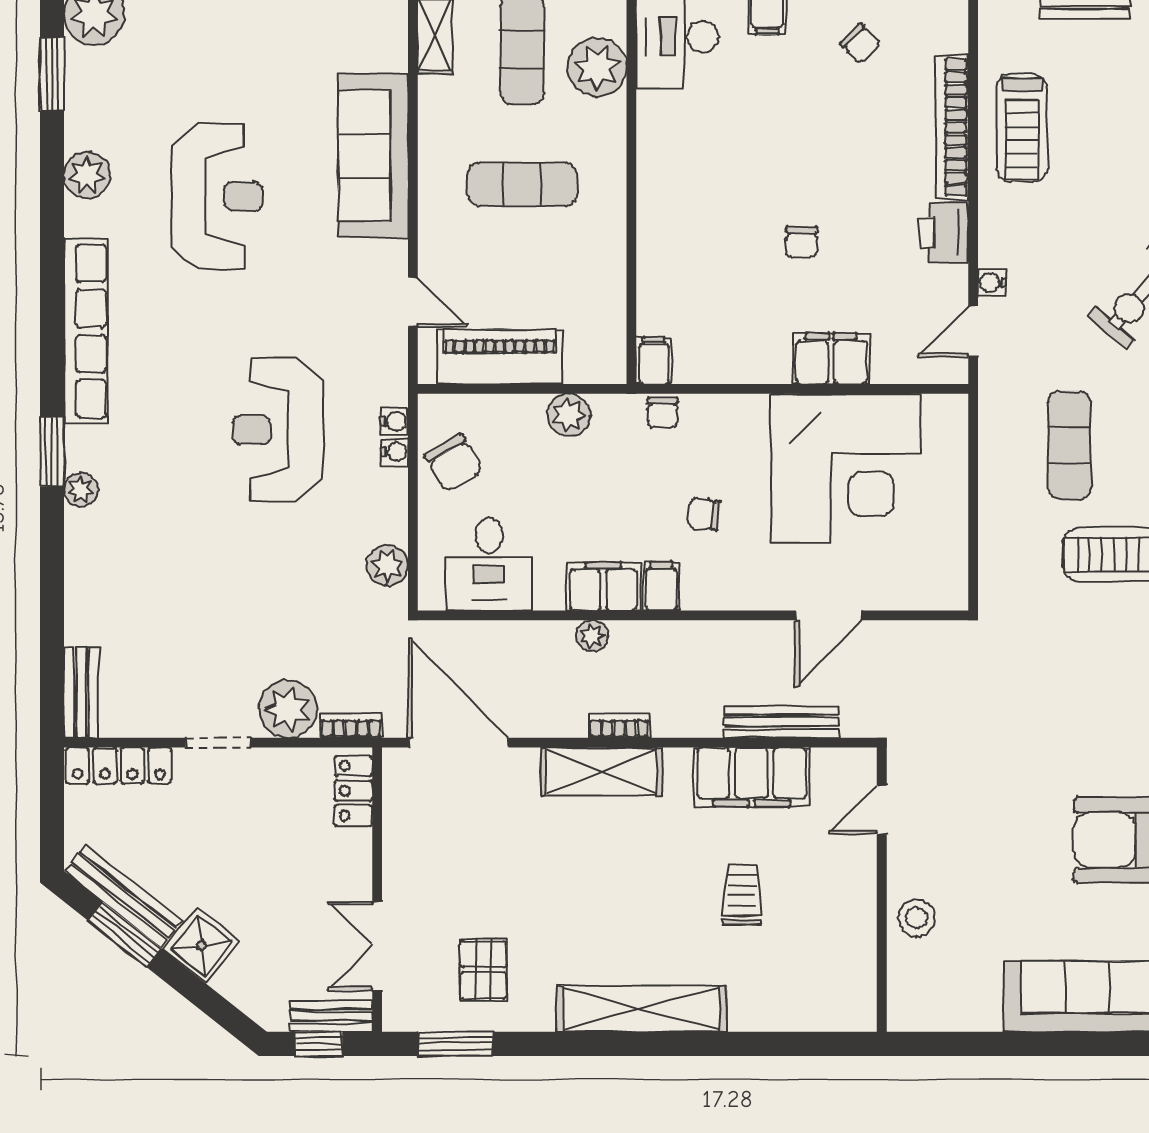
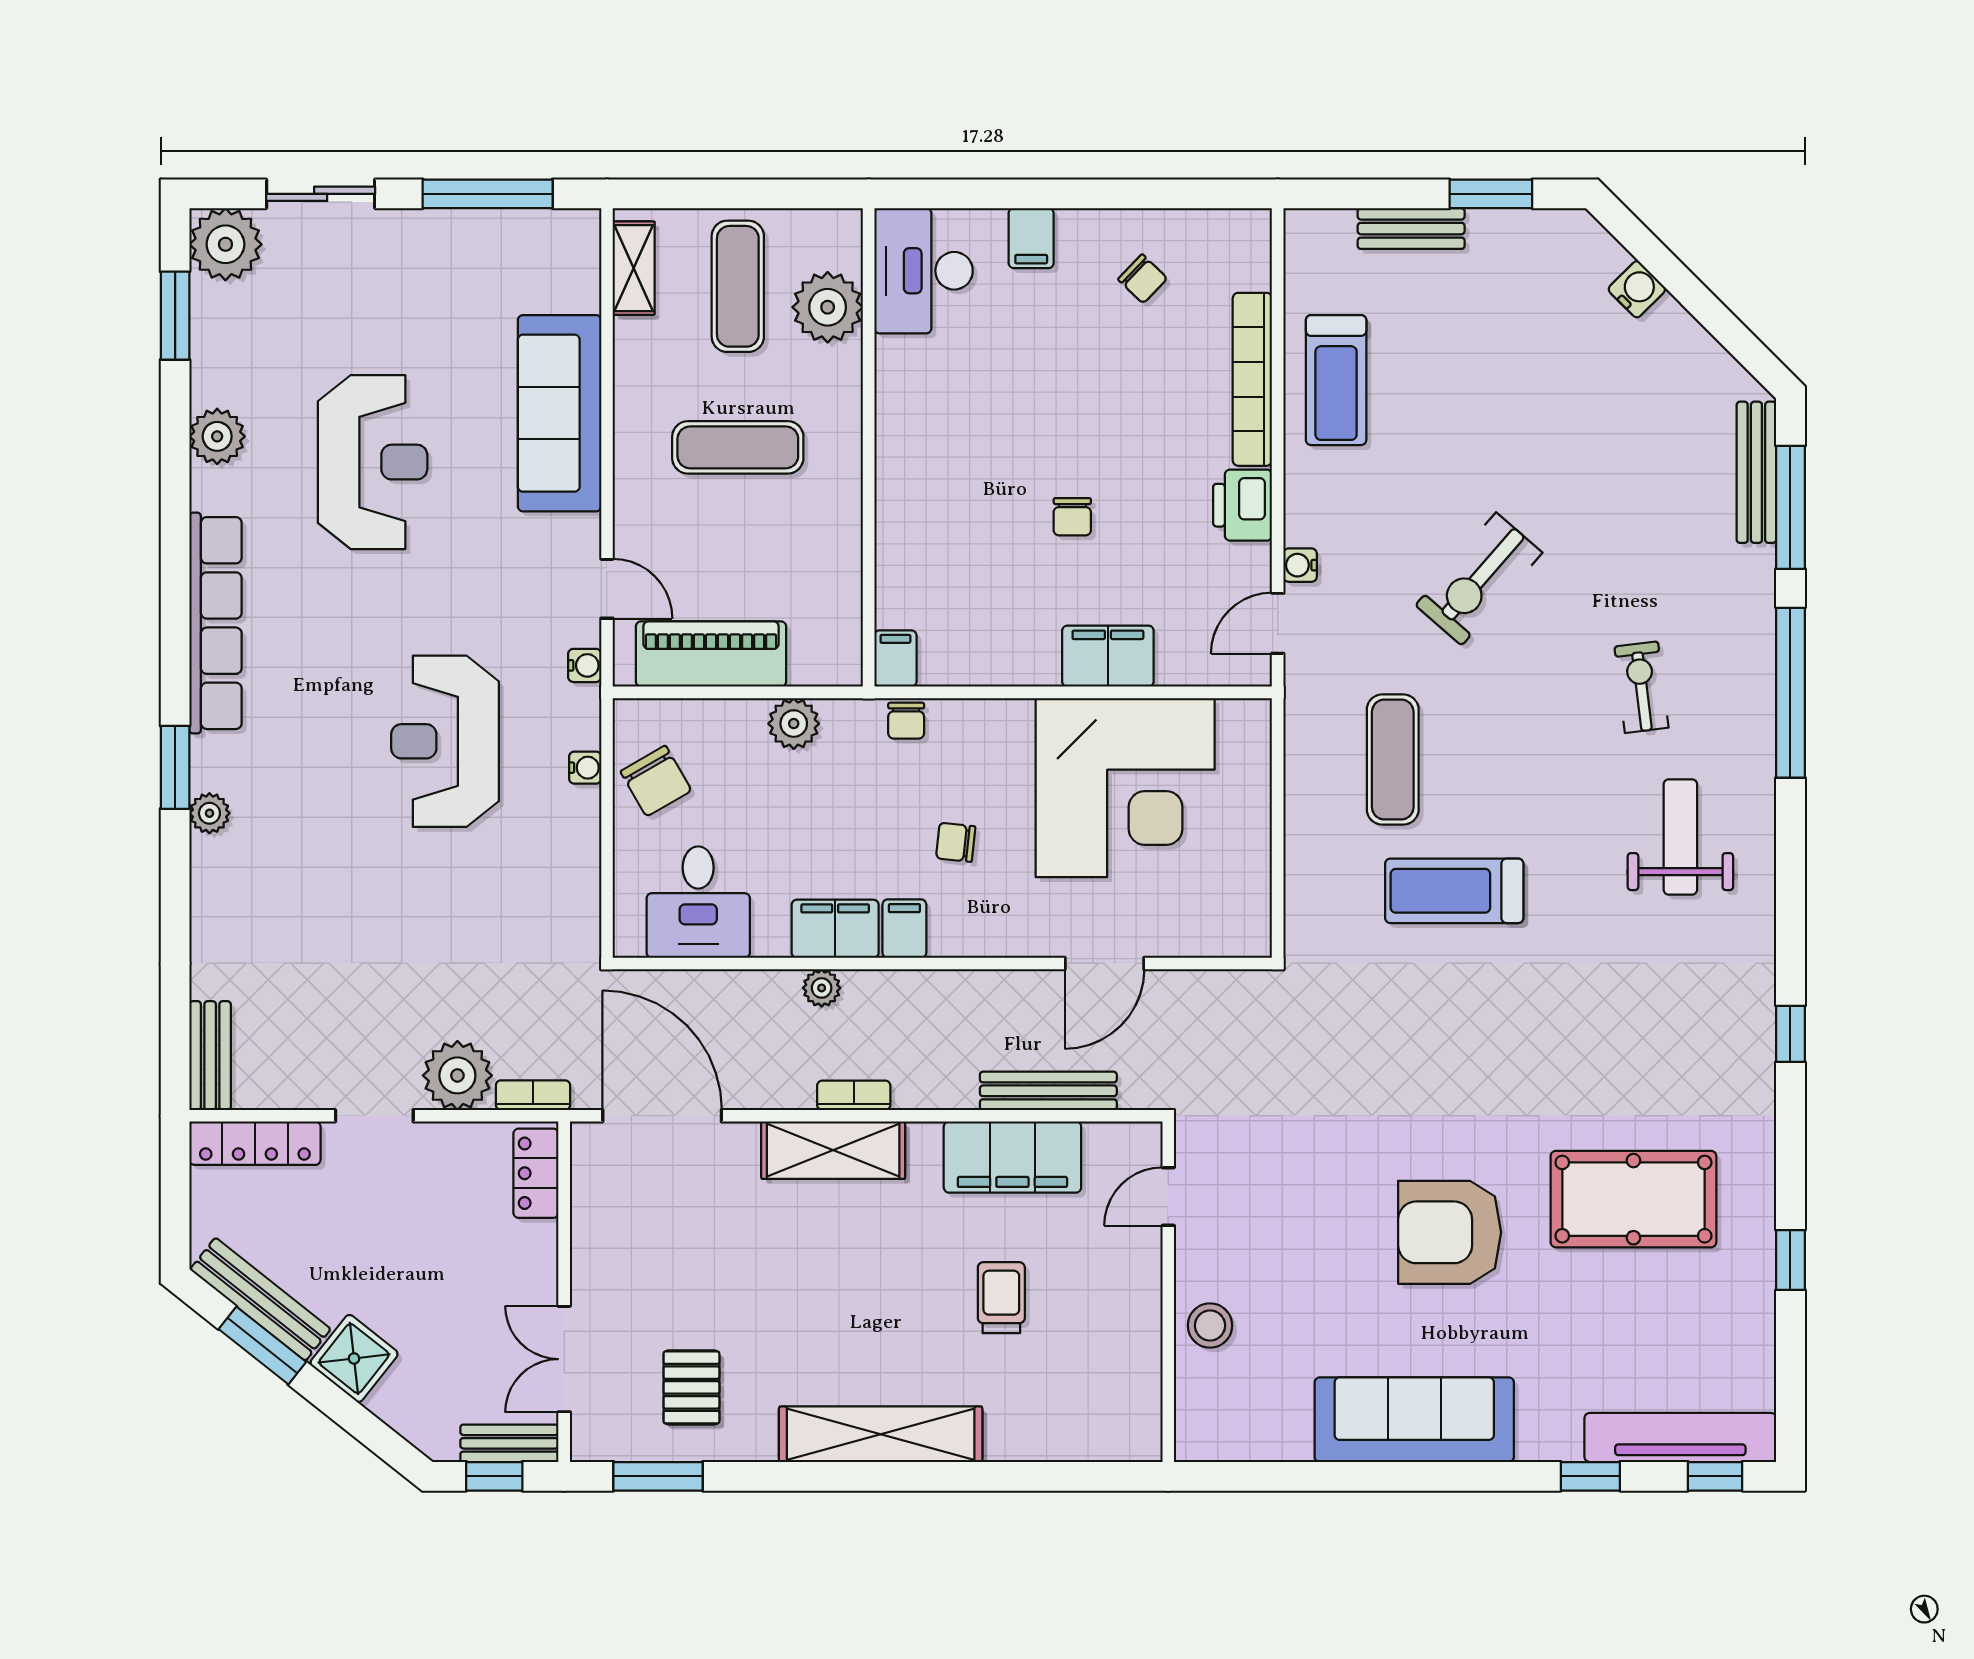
water cooler: (394, 421) -> (585, 665), moved
plant: (387, 565) -> (577, 904), removed

